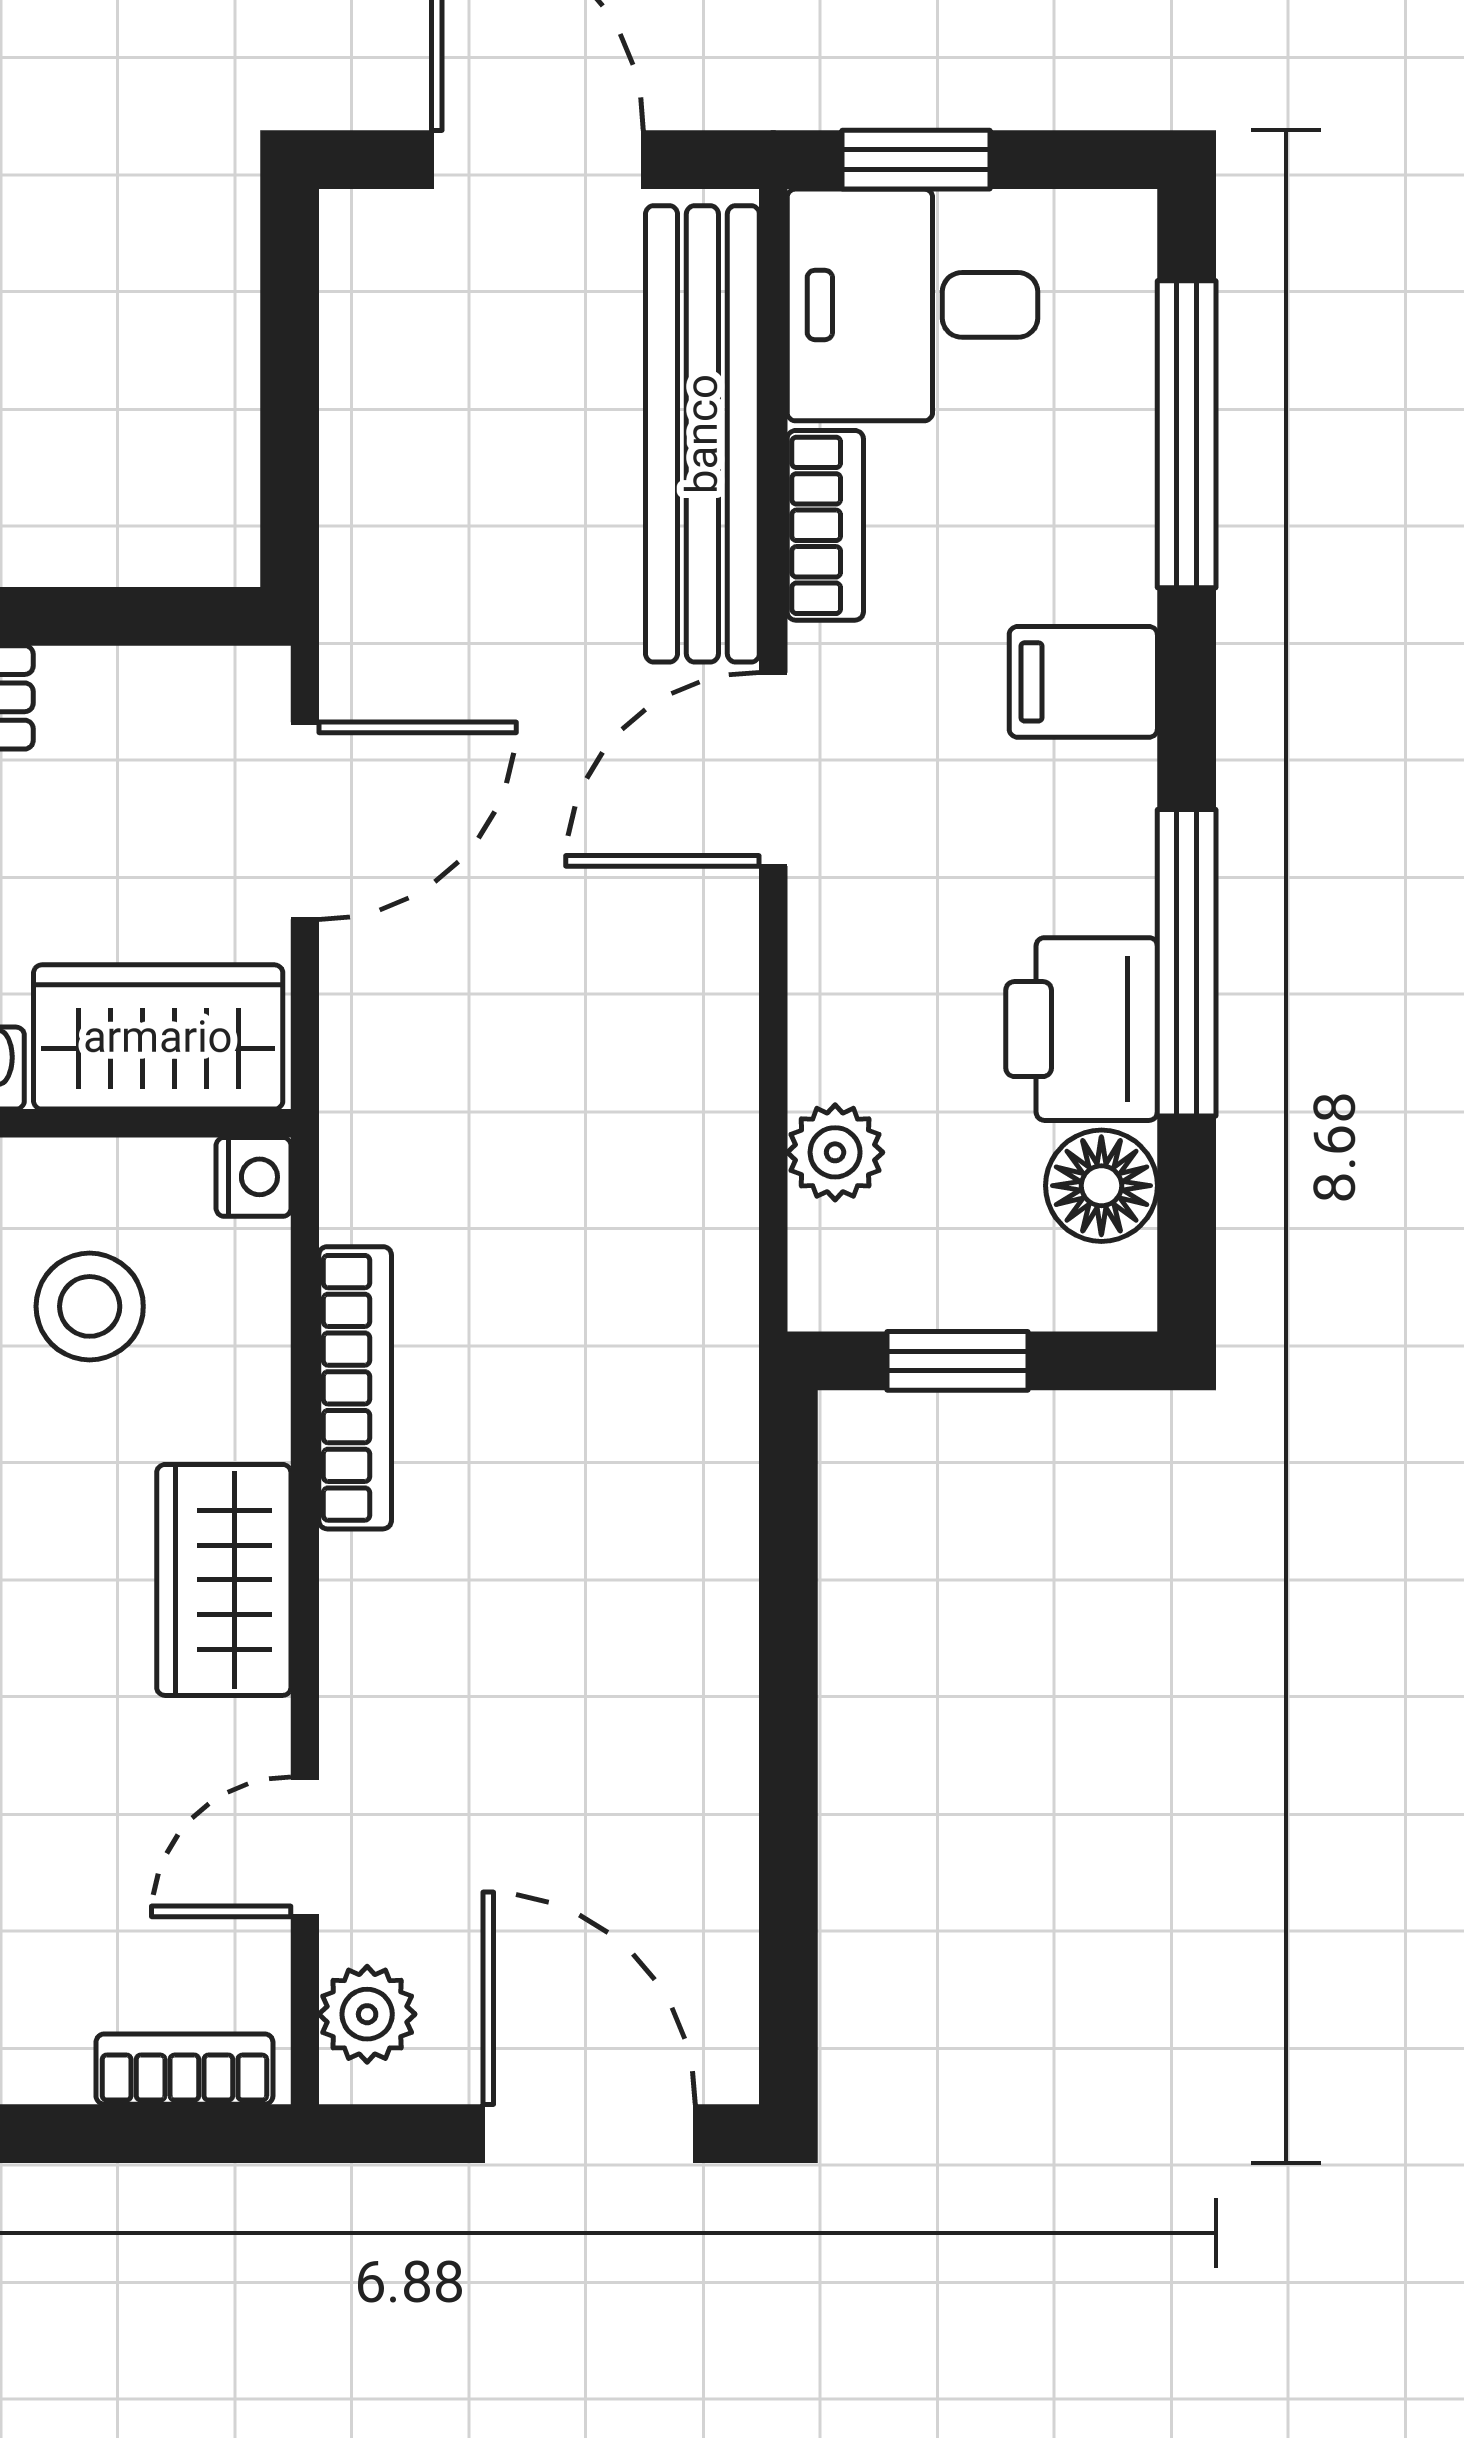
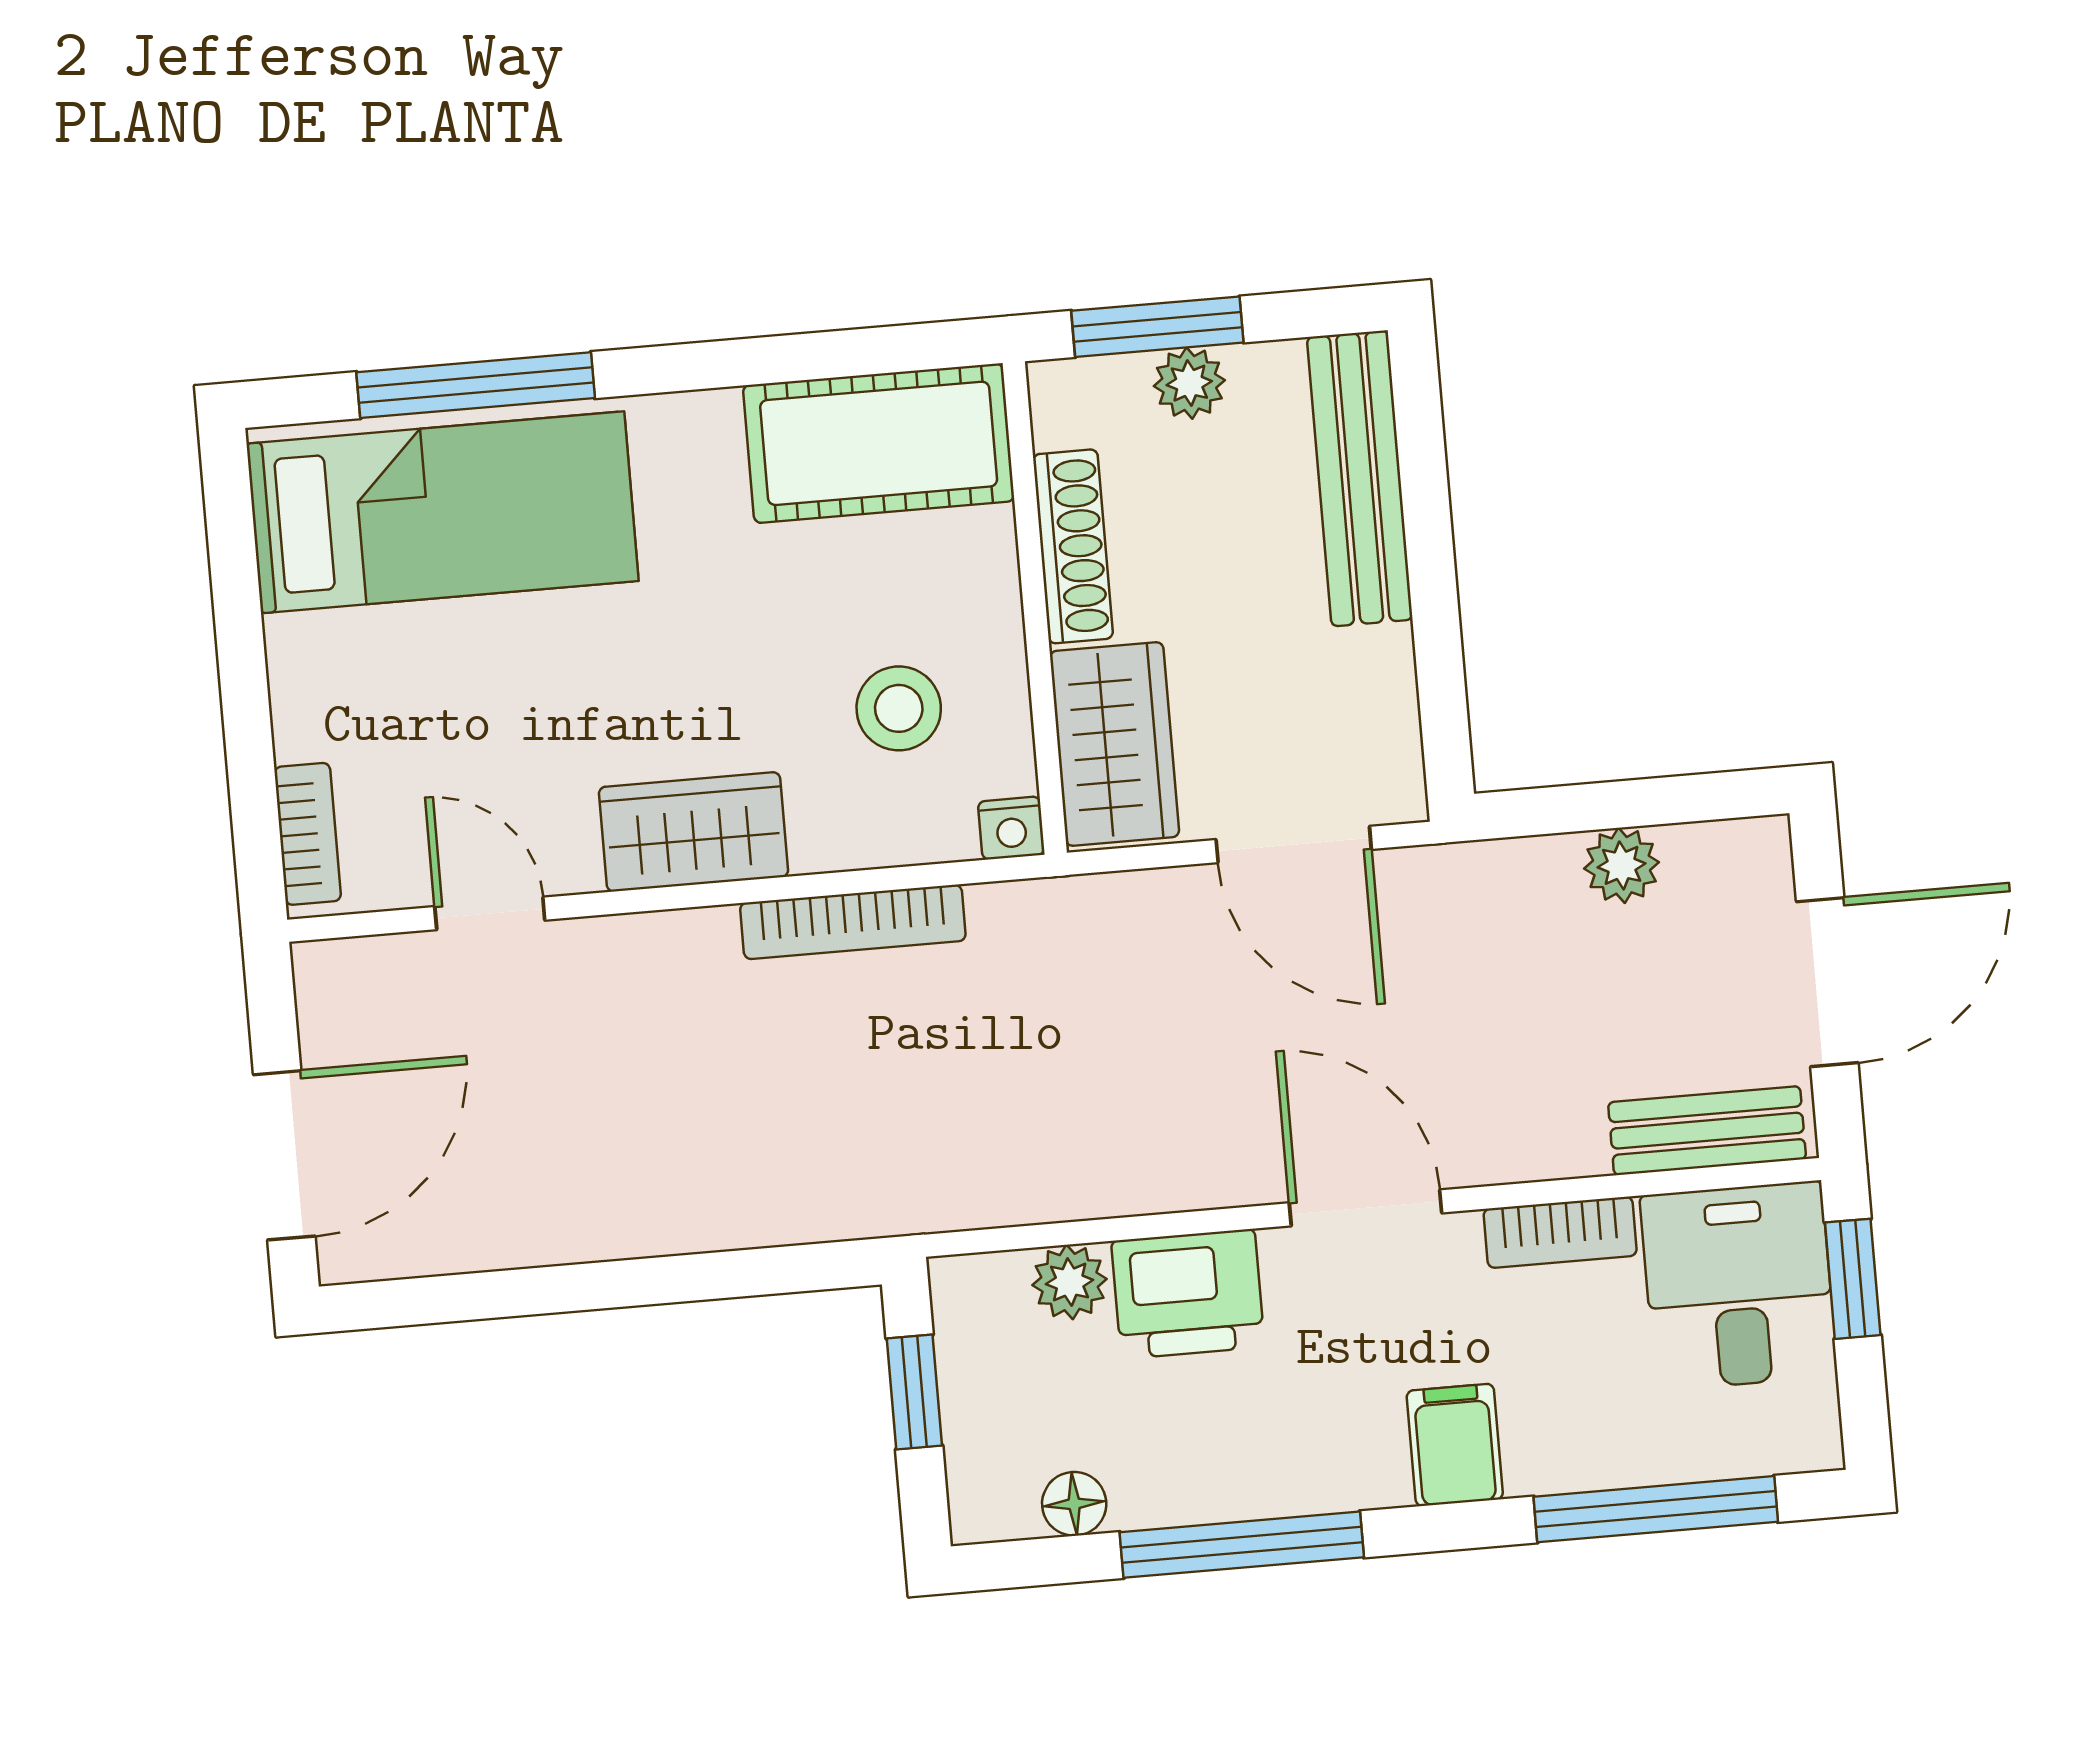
bench: (702, 434) -> (1707, 1131), width x0.54, depth x0.82
printer: (1082, 1029) -> (1188, 1294), moved, turned 180
floor lamp: (1101, 1186) -> (1074, 1504), width x0.73, depth x0.73
plant: (367, 2014) -> (1622, 865), moved

